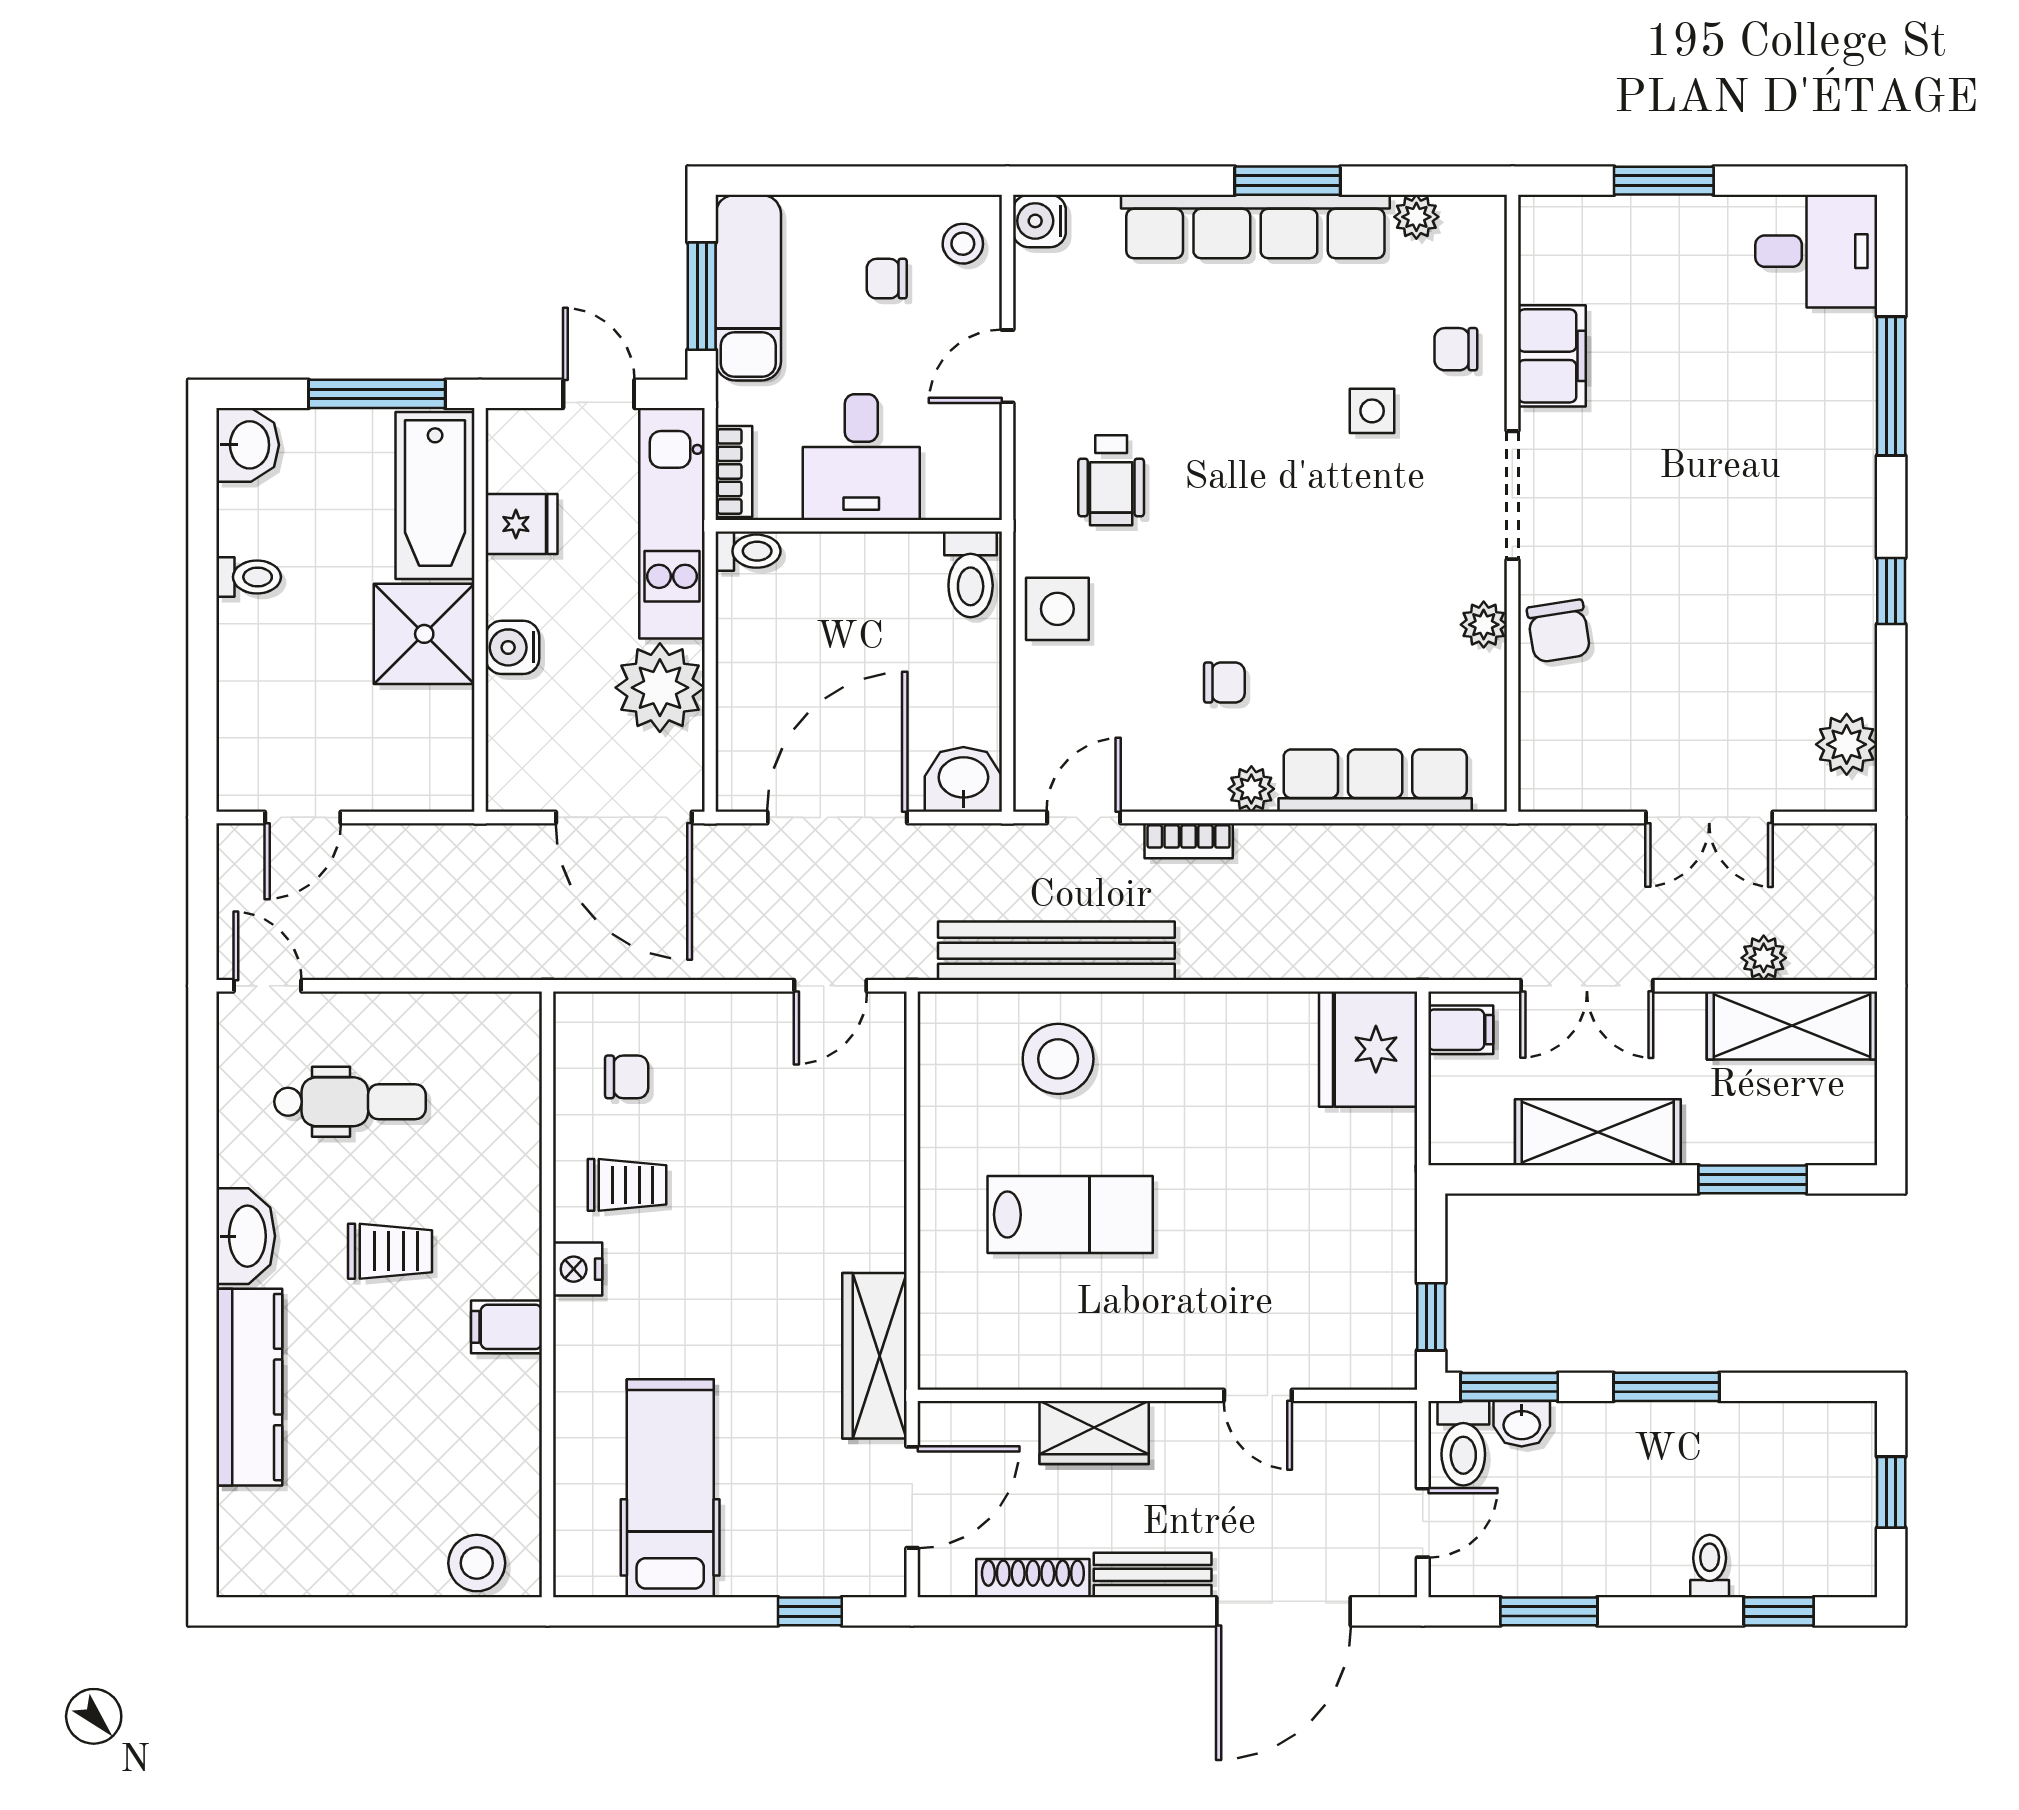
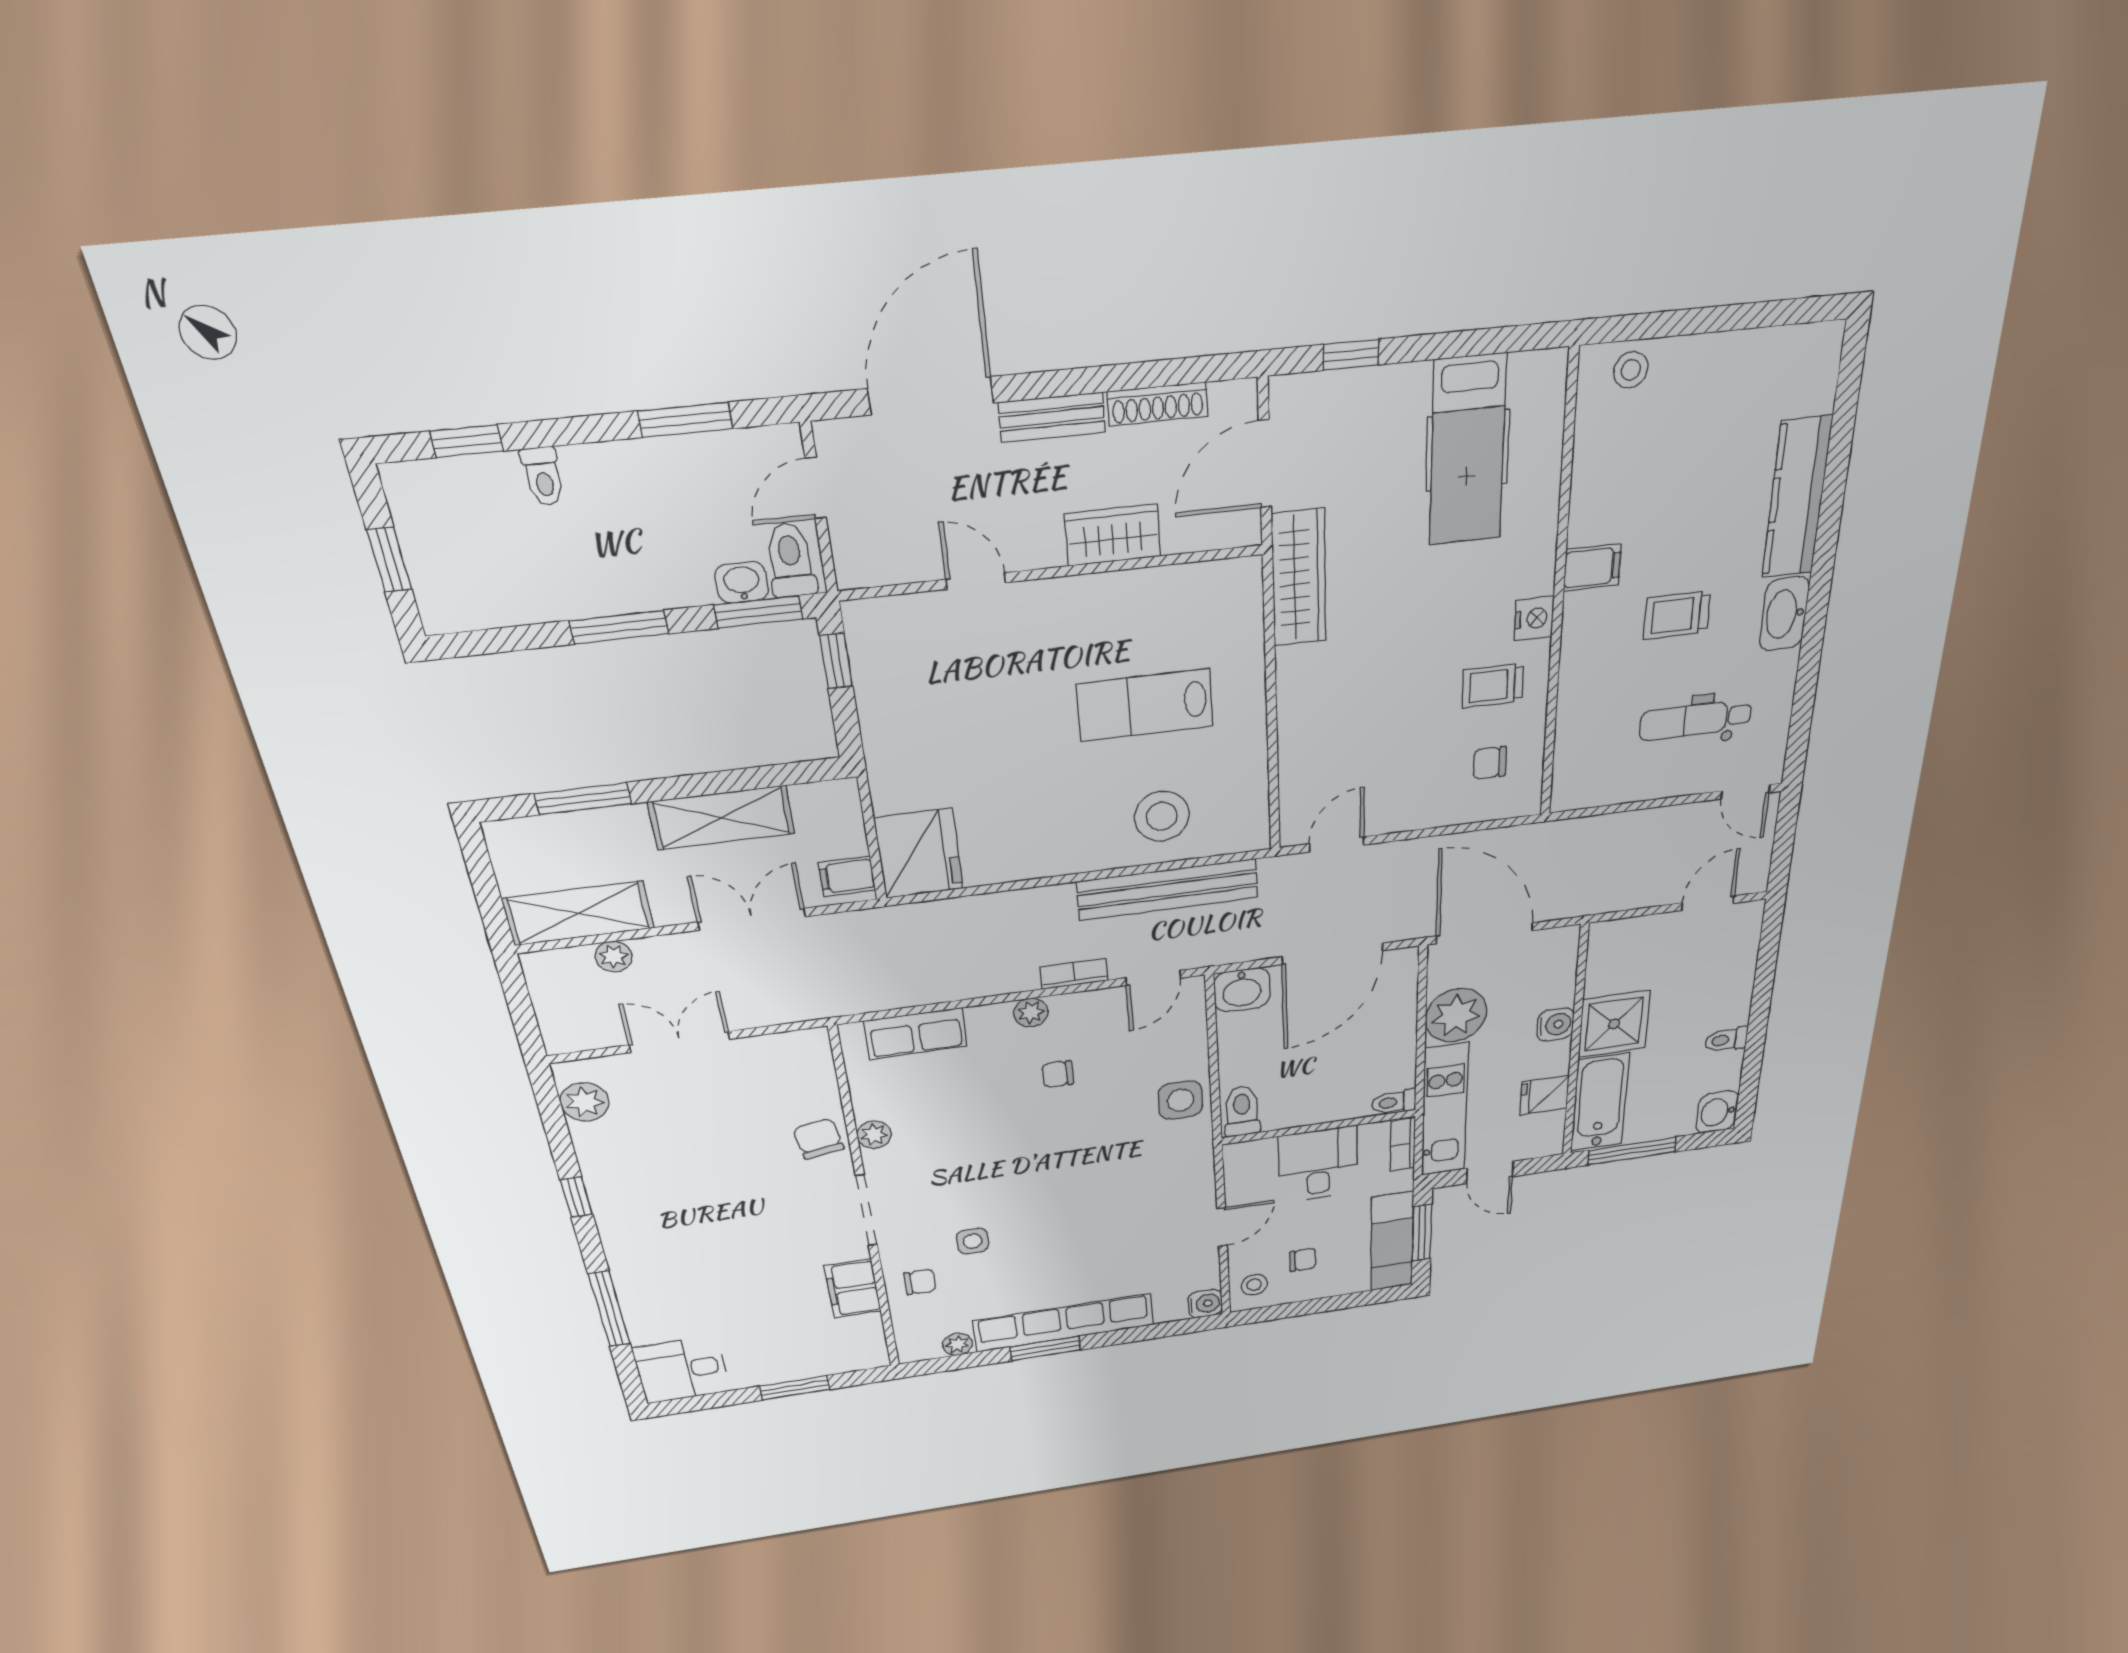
wheelchair: (1111, 480) -> (1148, 1177), removed
row of seats: (1375, 781) -> (916, 1033), width x0.68
stool: (477, 1563) -> (1631, 370), width x0.73, depth x0.73

